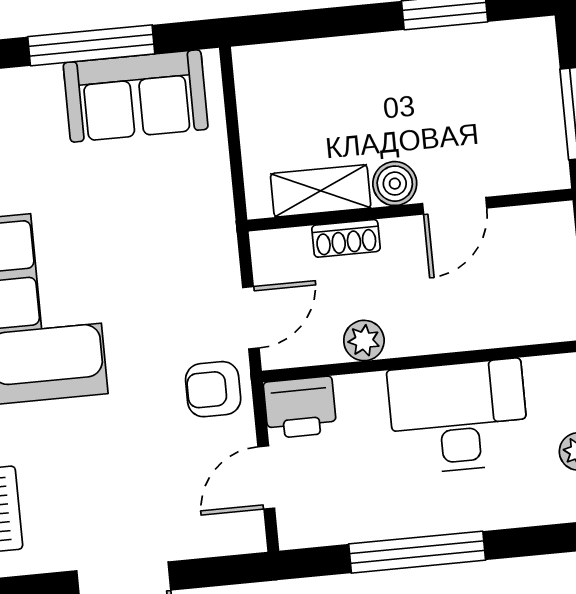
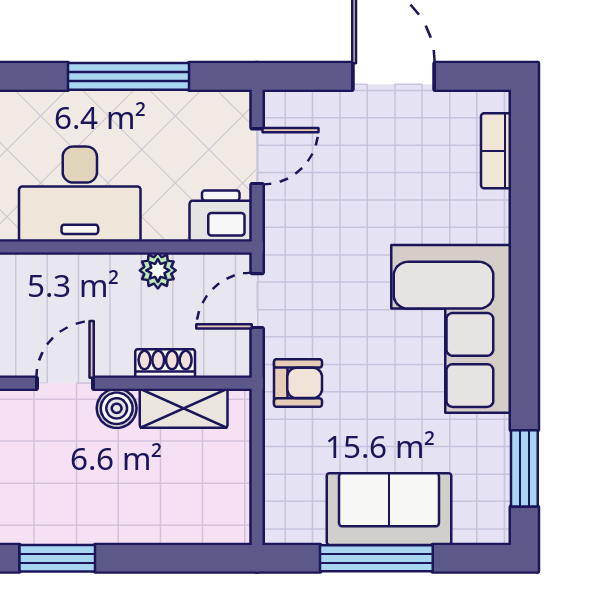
sofa: (136, 96) -> (389, 509), moved
armchair: (213, 389) -> (298, 383), moved

